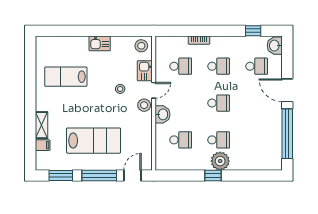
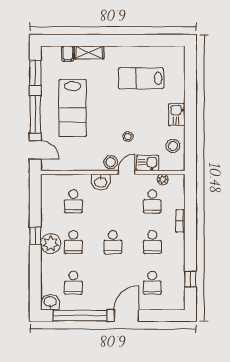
stool: (141, 46) -> (173, 146), moved
washbasin: (275, 46) -> (50, 302), moved
plant: (160, 57) -> (163, 179), added
lab bench: (66, 77) -> (141, 78), turned -90
door: (154, 90) -> (127, 172), swing flipped
school desk: (257, 140) -> (73, 283), added

